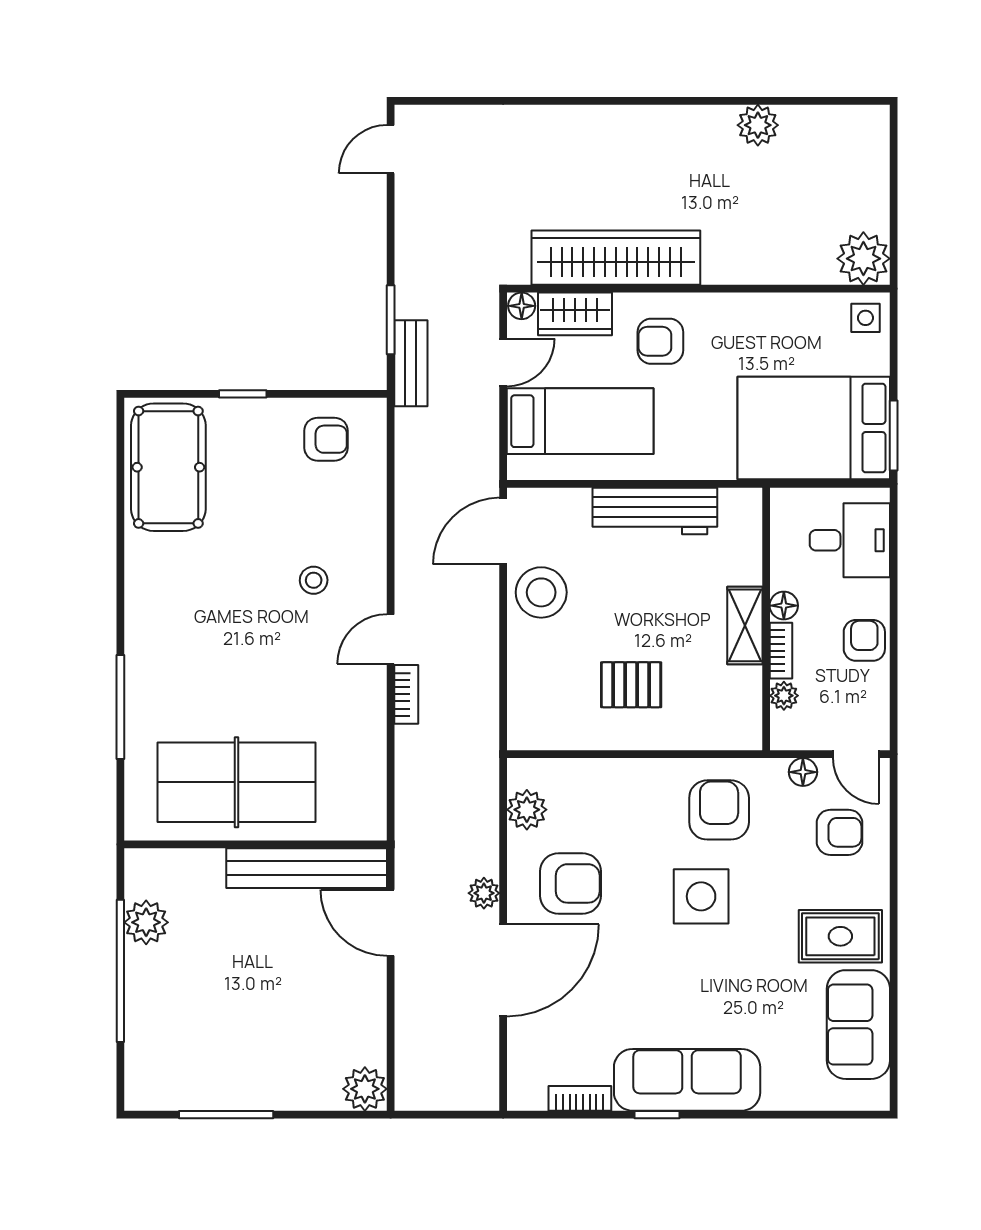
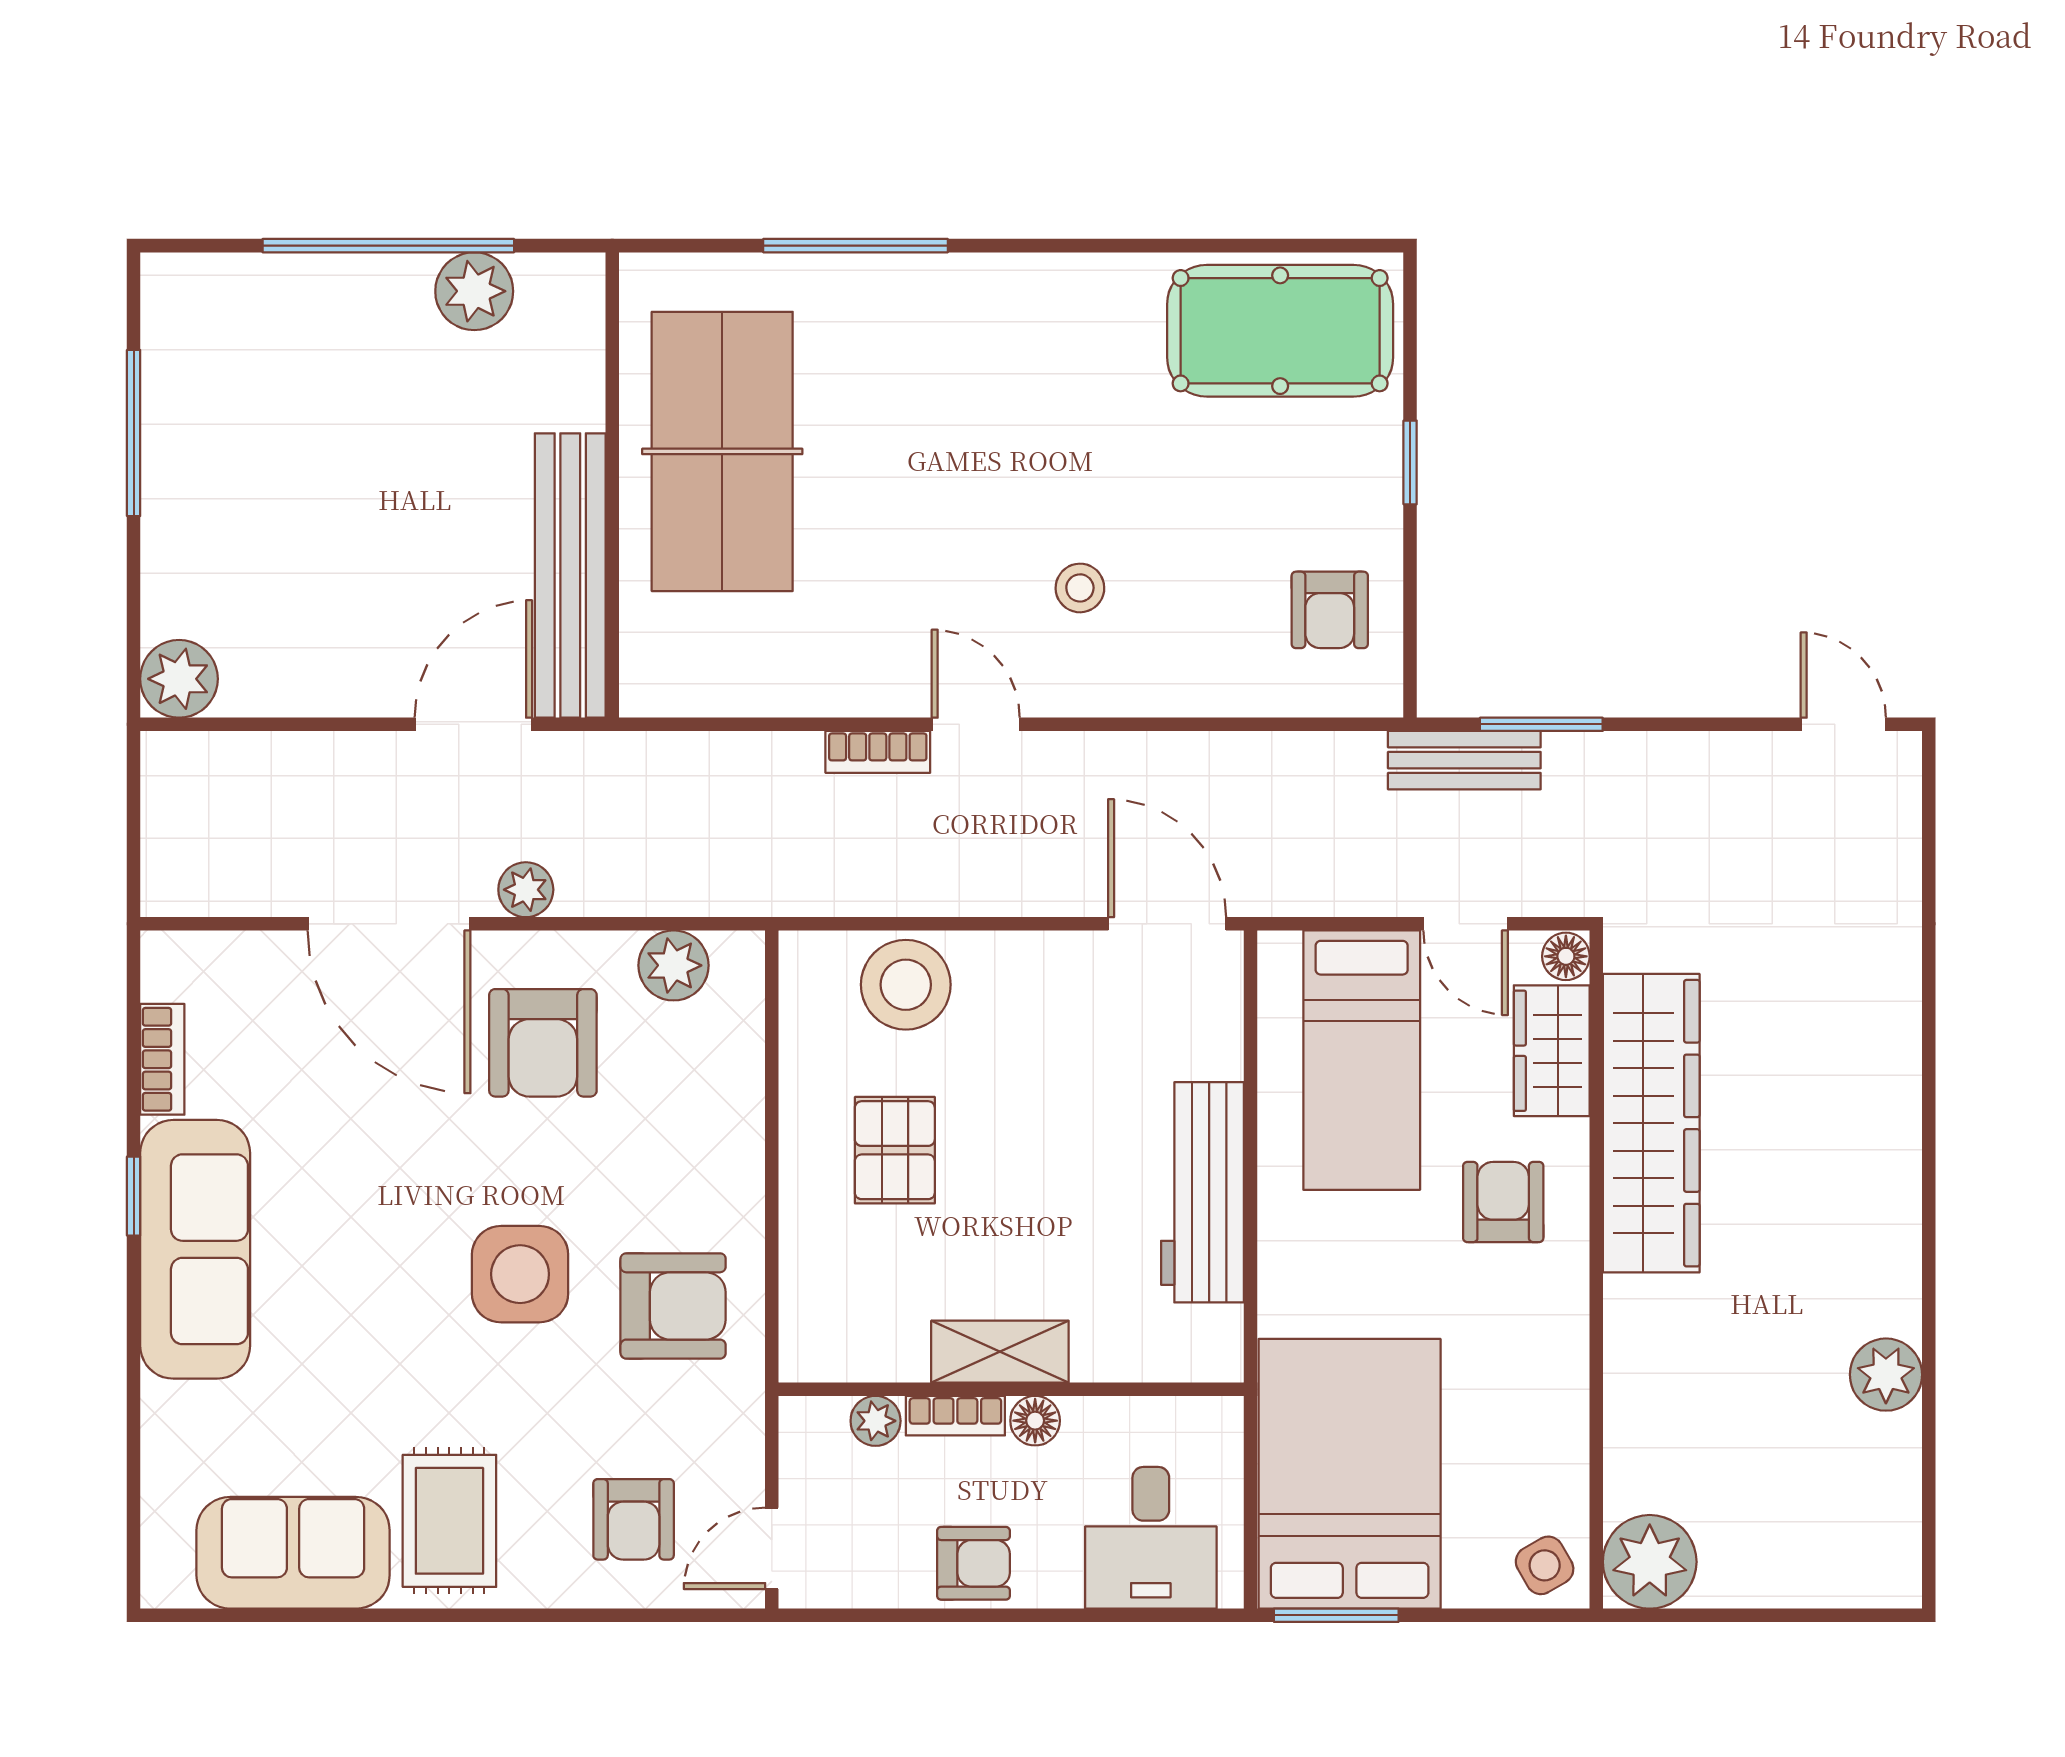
side table: (865, 318) -> (1545, 1565), turned -30
stool: (541, 592) -> (906, 985), moved
floor lamp: (803, 772) -> (740, 1455), removed

